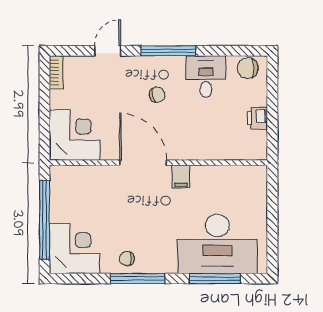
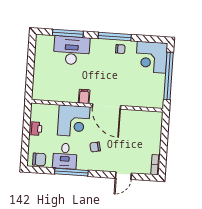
window: (168, 51) -> (71, 172), moved
corner desk: (75, 135) -> (74, 121), moved, turned -90
desk: (217, 244) -> (72, 50), width x0.73, depth x0.77

